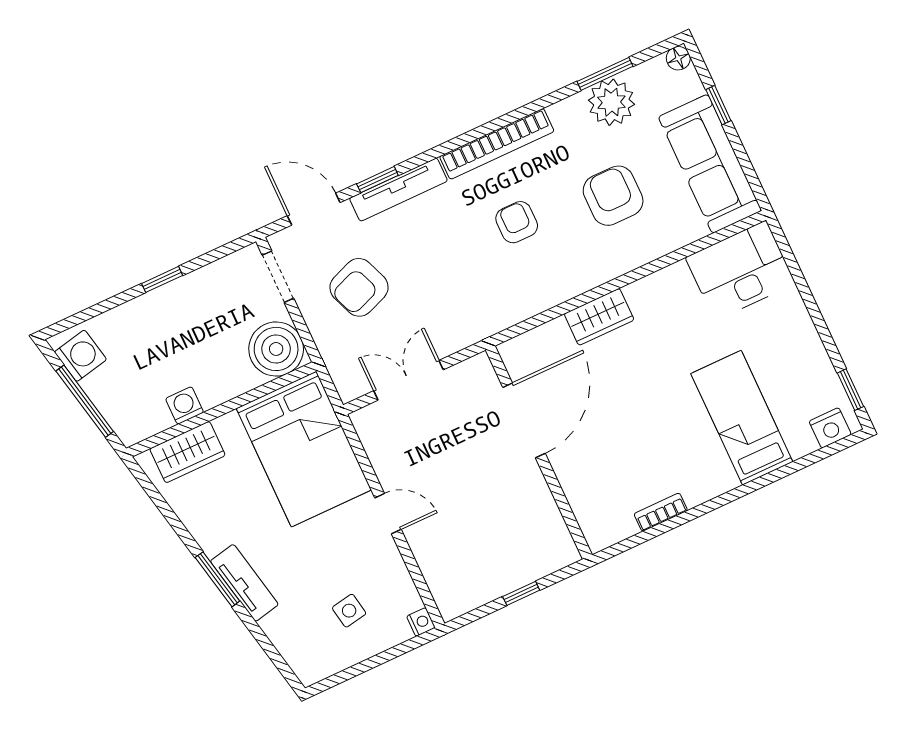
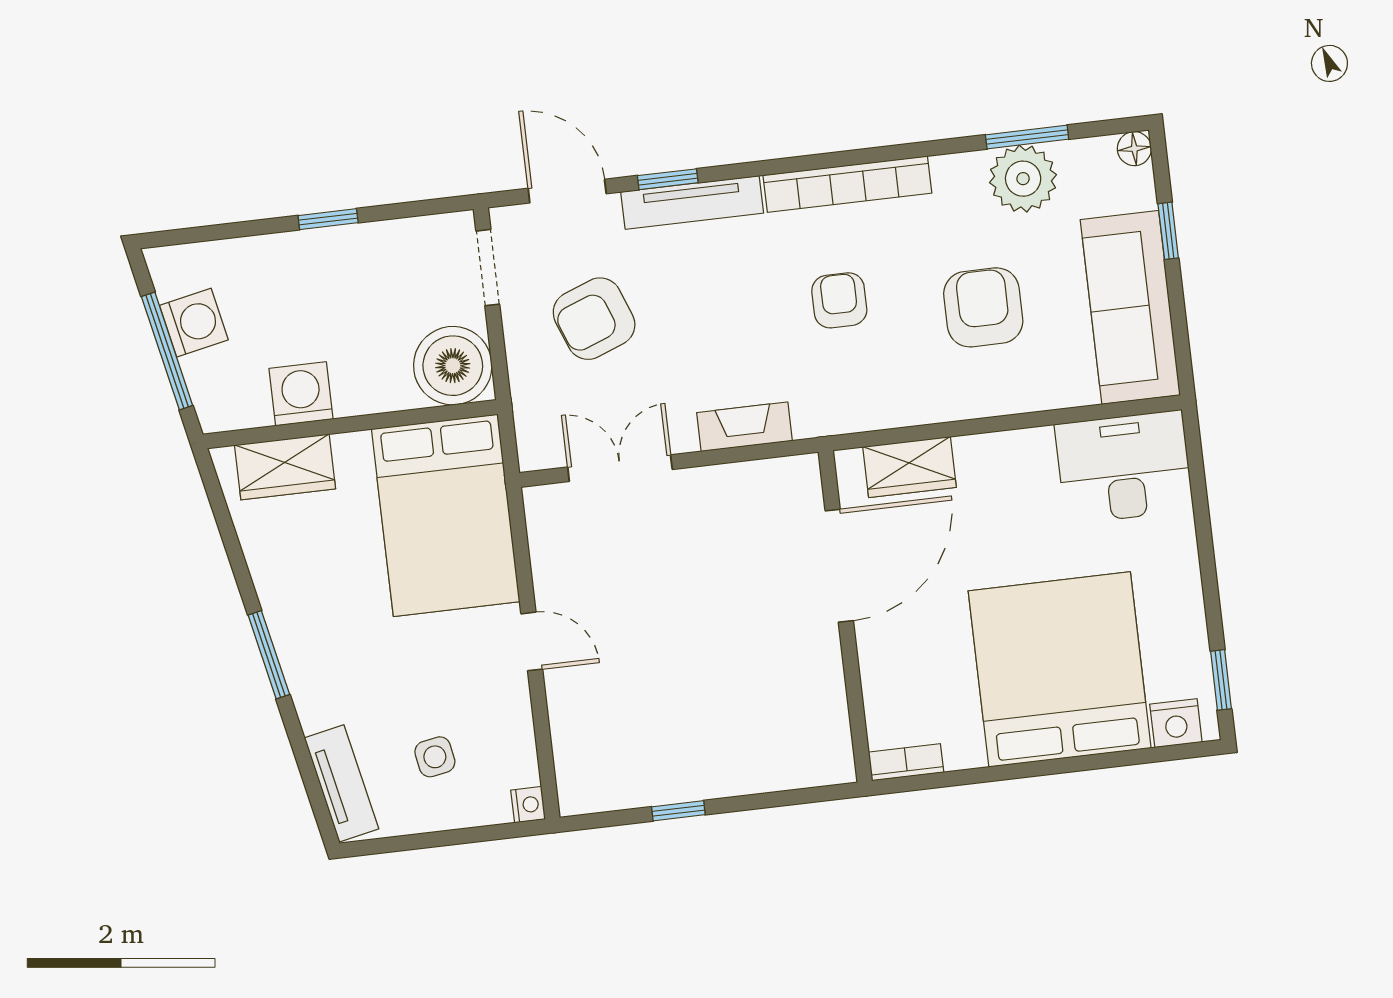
fireplace: (482, 326) -> (744, 427), added
washing machine: (80, 356) -> (194, 323), moved
washing machine: (185, 405) -> (301, 394), width x1.38, depth x1.38
bed: (742, 418) -> (1060, 669), width x2.04
door: (524, 420) -> (839, 566), moved
wall: (539, 452) -> (845, 616), moved
tv unit: (244, 583) -> (341, 783), moved

